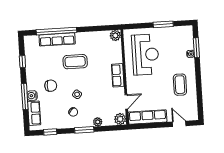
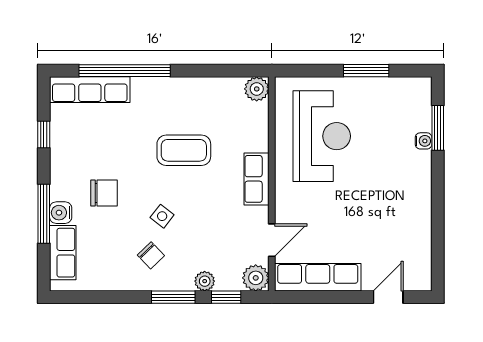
row of seats: (57, 39) -> (90, 90), moved
coffee table: (75, 62) -> (184, 150), moved
coffee table: (180, 85) -> (395, 209), removed
door: (179, 124) -> (388, 297), hinge flipped
window: (50, 132) -> (226, 297), moved

